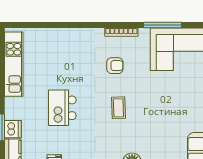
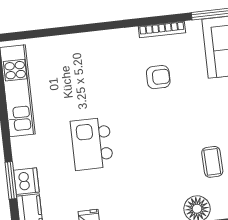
coffee table: (118, 108) -> (212, 162), moved

